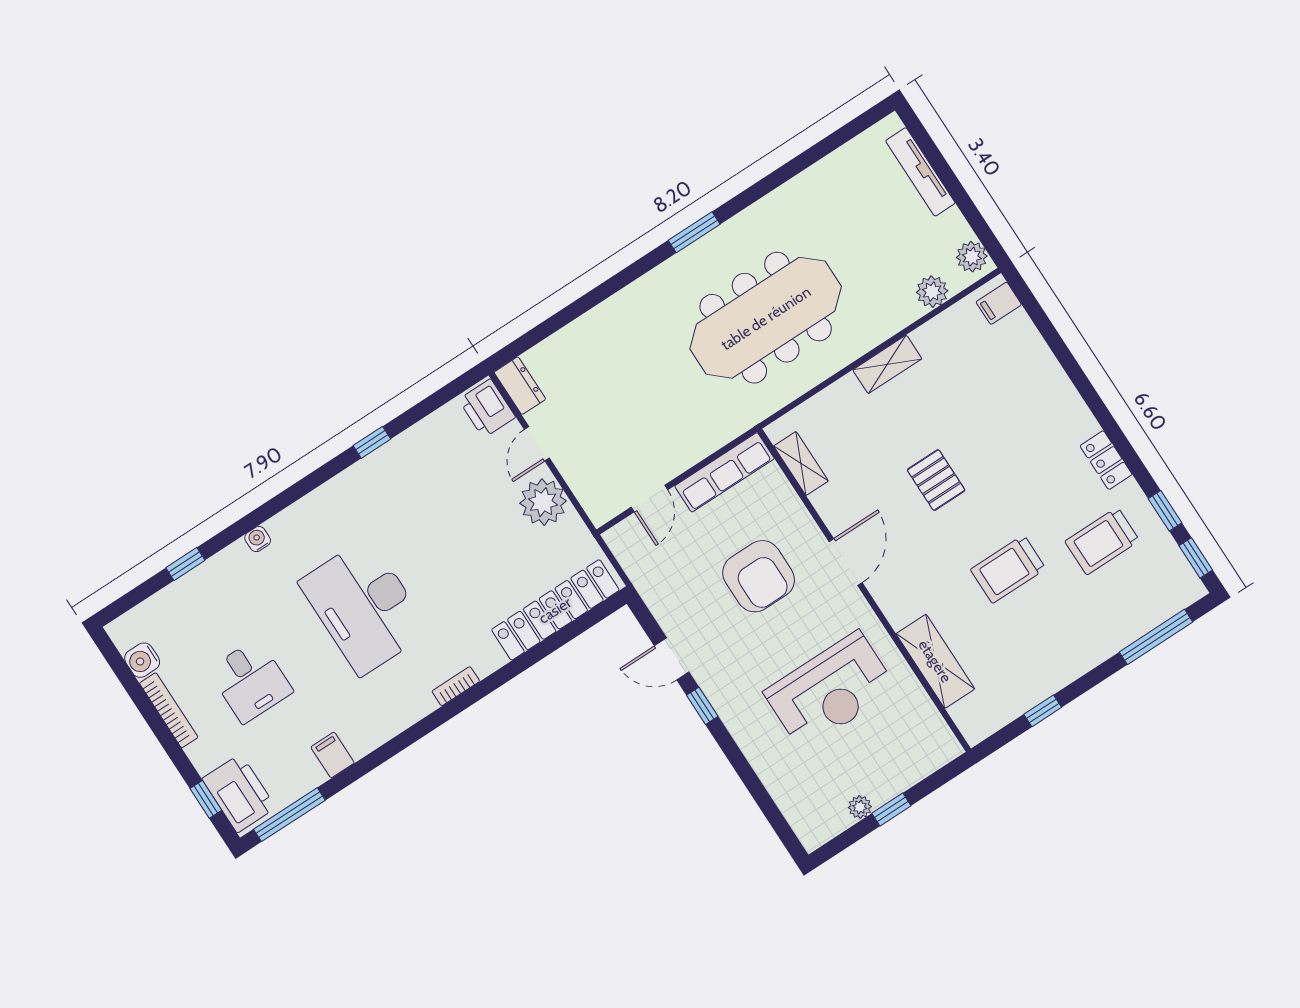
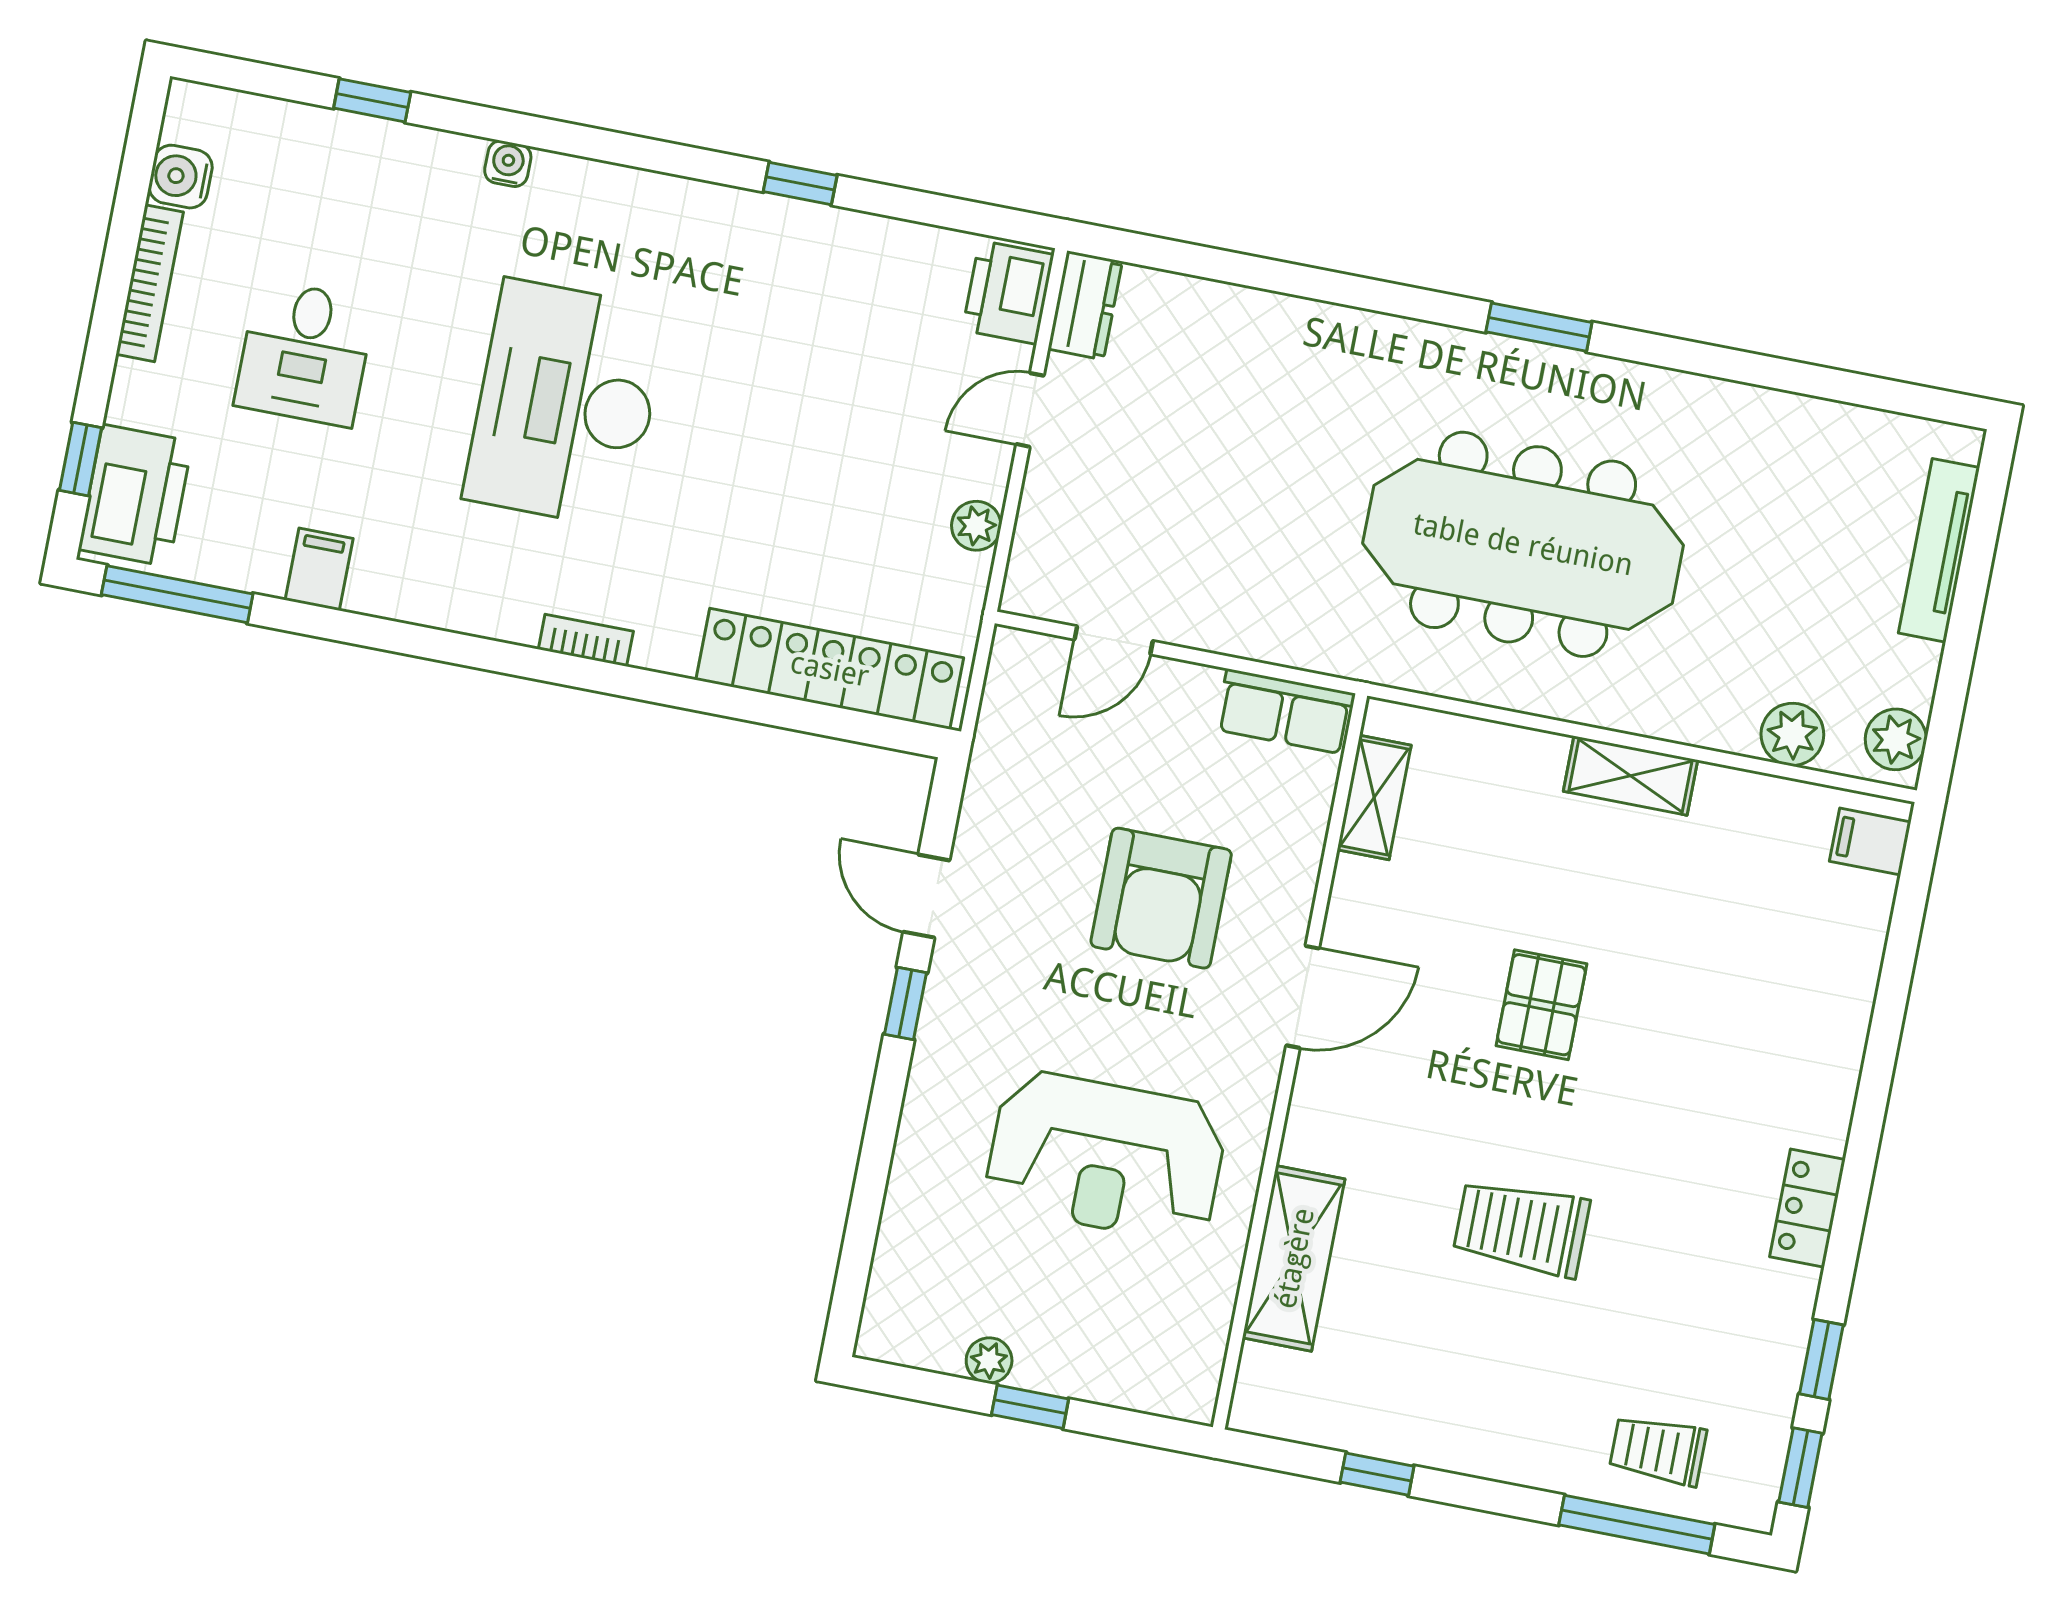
row of seats: (724, 472) -> (1285, 712), width x0.68
plant: (543, 502) -> (976, 526), width x0.53, depth x0.53
trolley: (1102, 541) -> (1658, 1450), moved, width x0.73, depth x0.72

